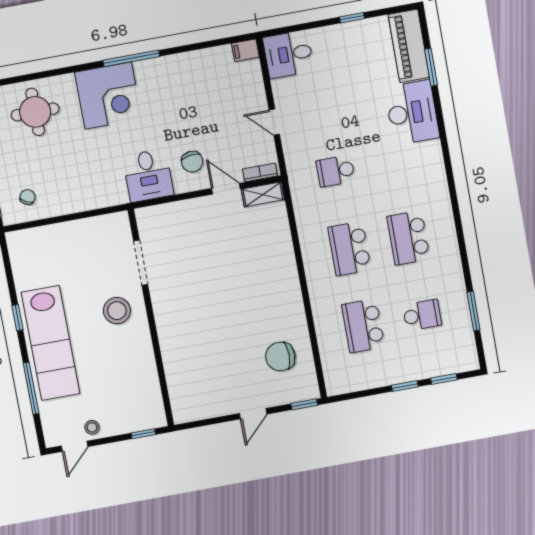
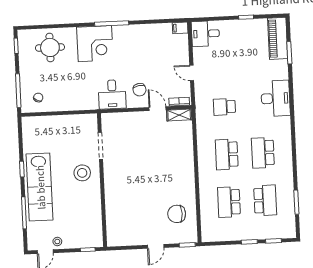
desk: (412, 113) -> (276, 98), moved
school desk: (422, 315) -> (265, 200), width x1.85

